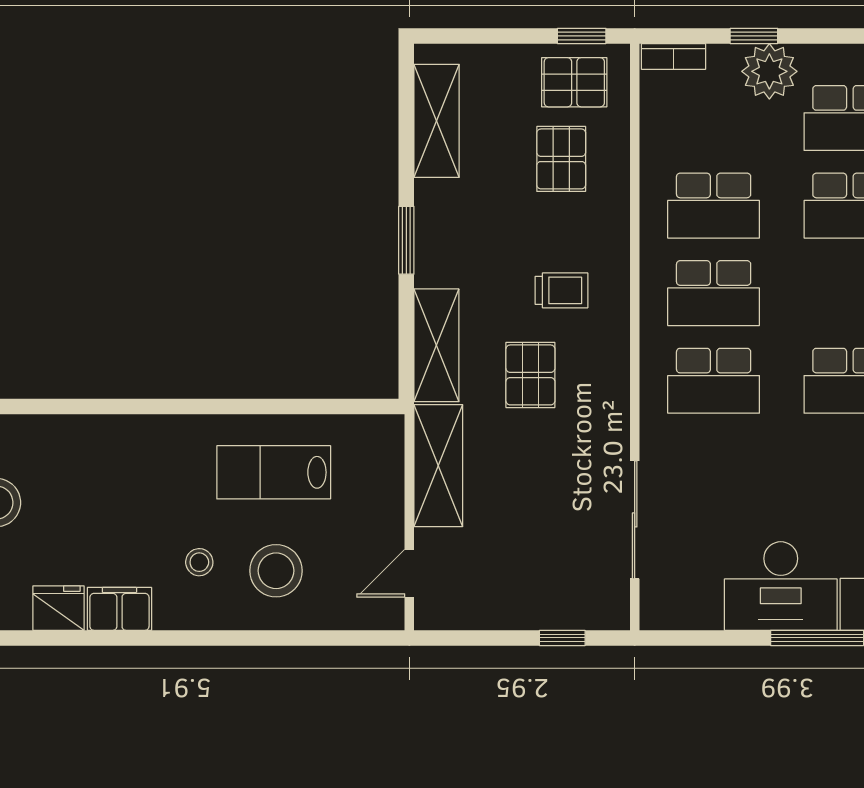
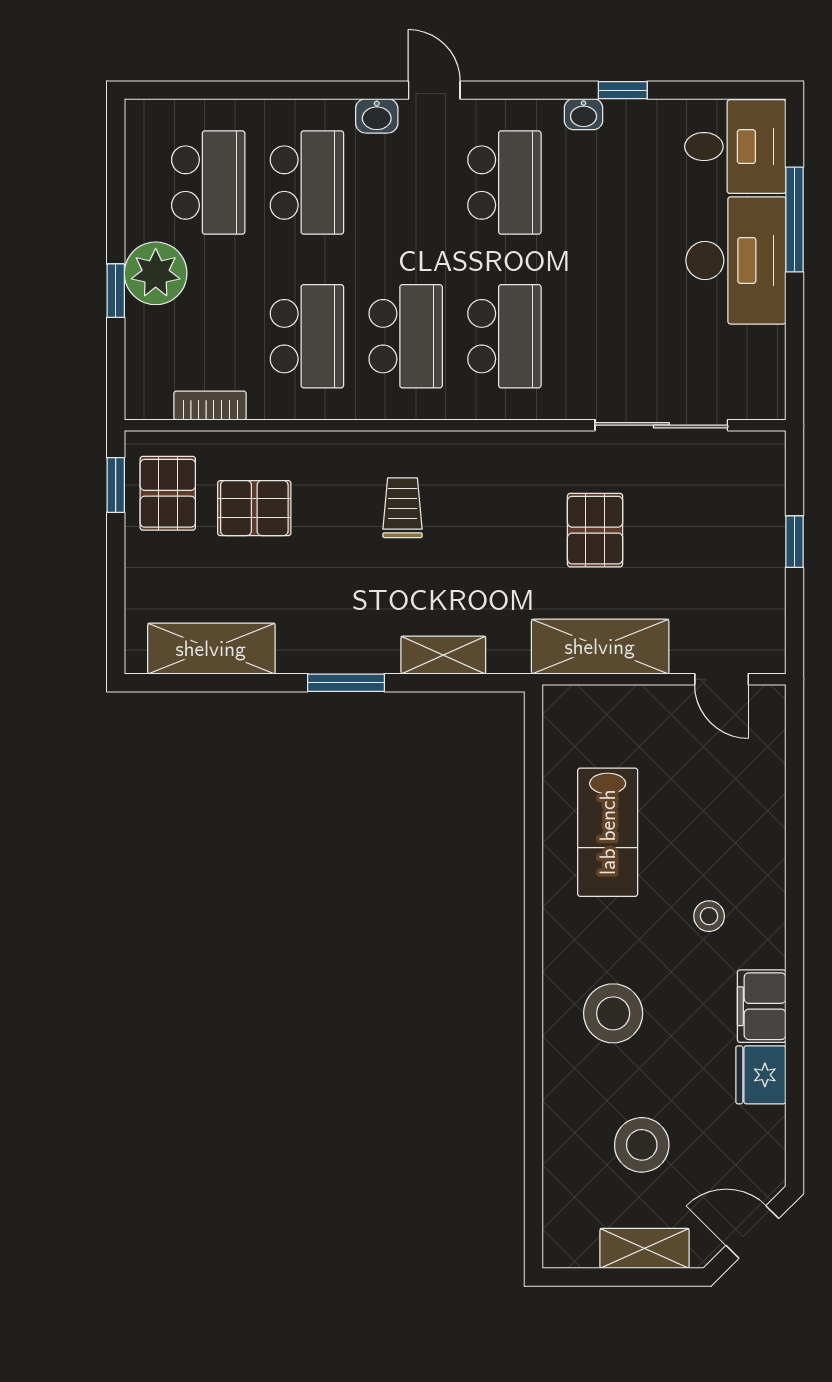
bookcase: (673, 56) -> (210, 406), moved, turned -90
shelving: (436, 345) -> (443, 655), width x0.67, depth x0.75
pallet: (530, 375) -> (595, 530), moved, turned 90
stool: (276, 571) -> (613, 1013), moved
window: (562, 638) -> (794, 542), moved

